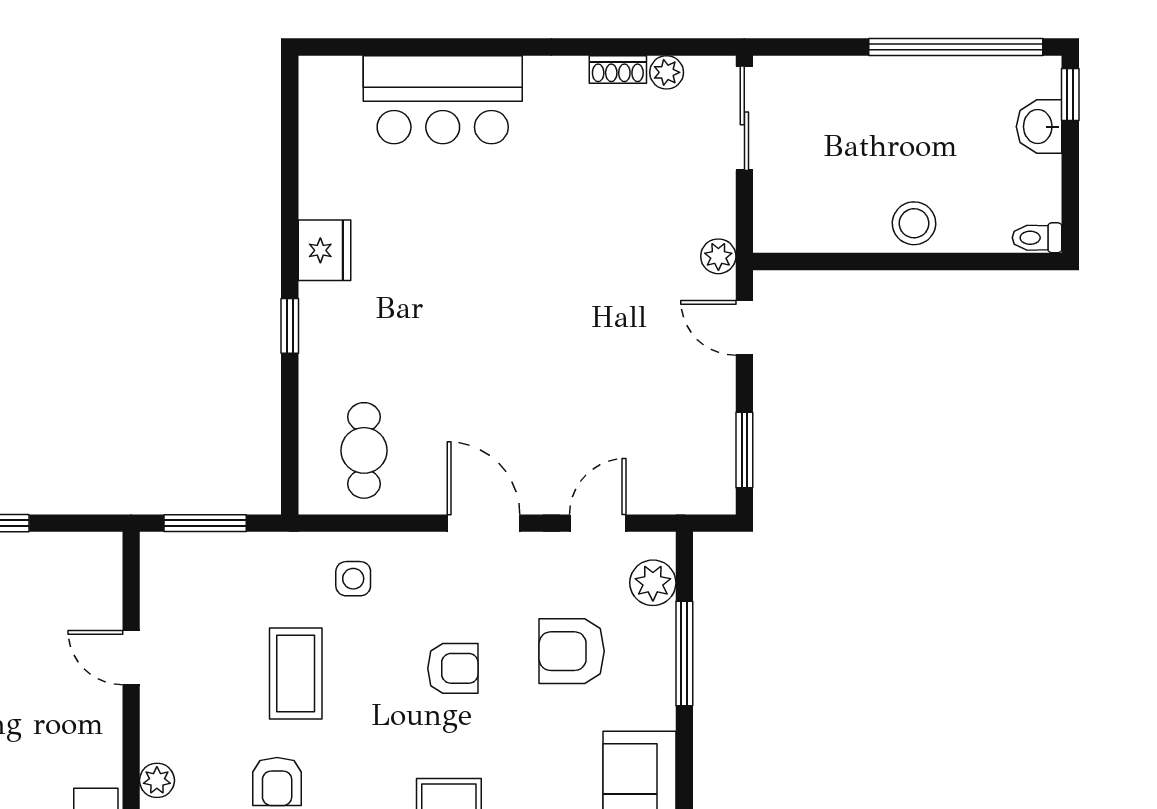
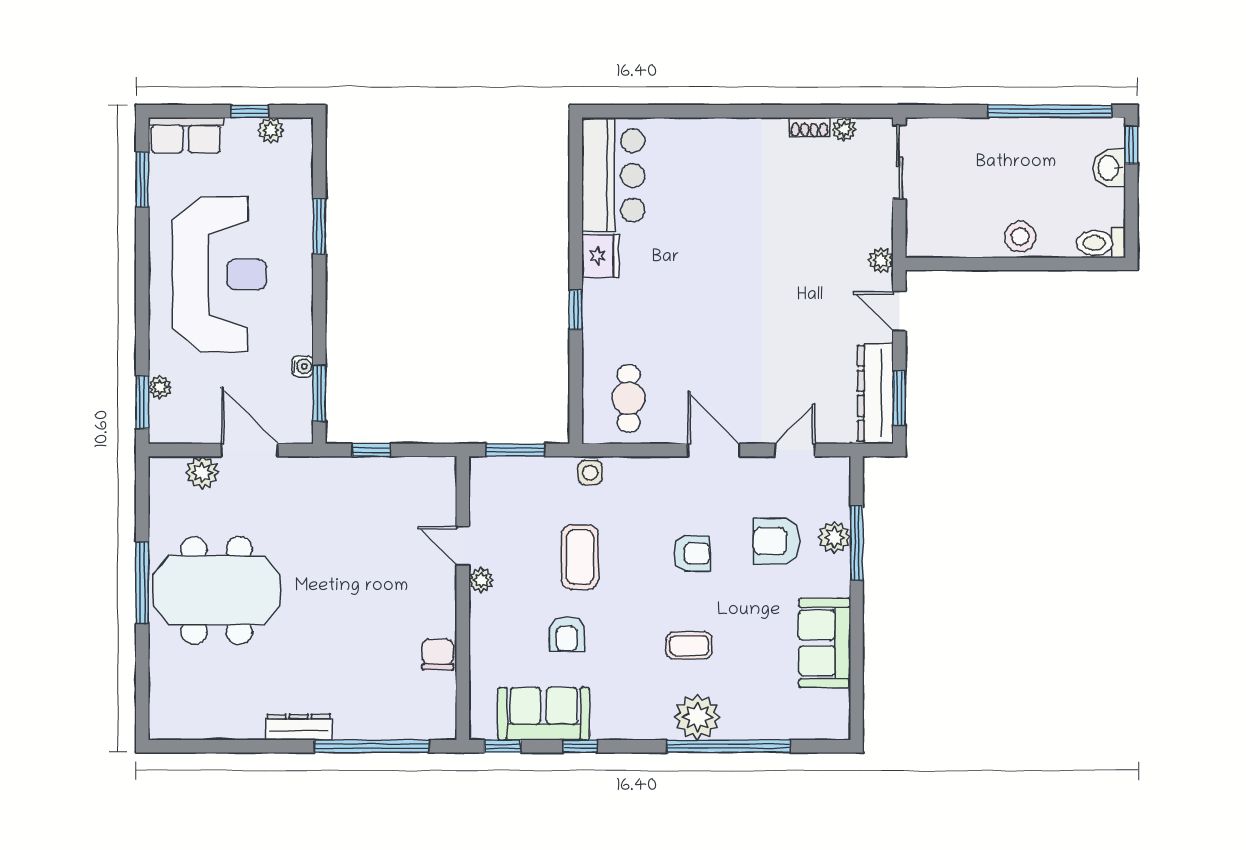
bar counter: (443, 100) -> (613, 175), moved, turned -90
toilet: (1037, 238) -> (1101, 243), width x1.37, depth x1.39
dresser: (711, 443) -> (875, 393), added
side table: (353, 579) -> (590, 472), moved
plant: (653, 583) -> (834, 537), moved
plant: (157, 780) -> (481, 580), moved

